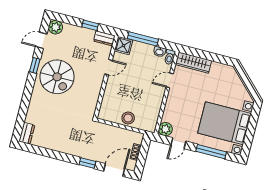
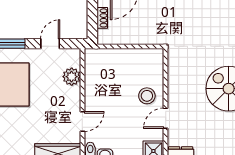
stool: (128, 118) -> (147, 96), moved
plant: (165, 129) -> (72, 77), moved

